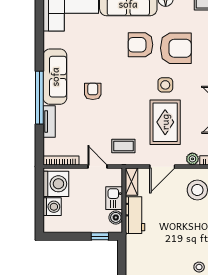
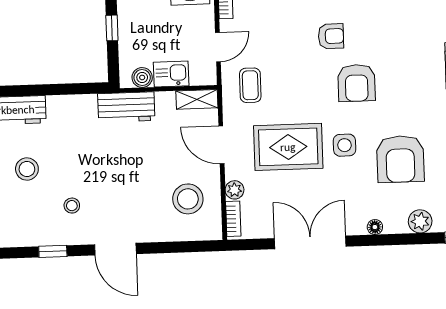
armchair: (140, 45) -> (357, 83), moved, turned 180
workbench: (135, 215) -> (126, 107), moved
window: (100, 236) -> (112, 28), moved

